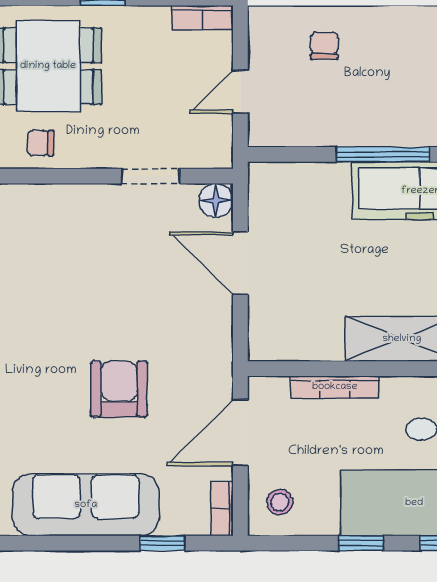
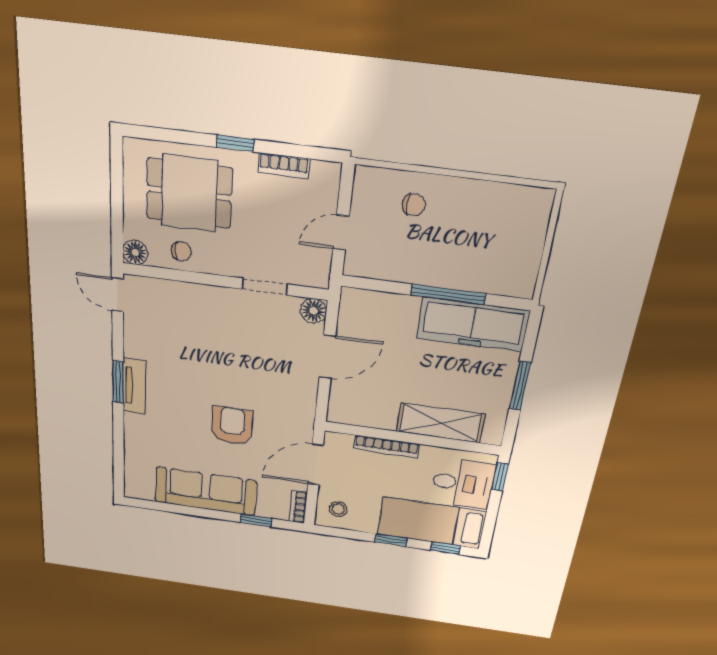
bookcase: (202, 18) -> (284, 166), moved
chair: (324, 46) -> (414, 205), turned 90
chair: (40, 143) -> (181, 251), turned 180
door: (240, 263) -> (327, 357), swing flipped

